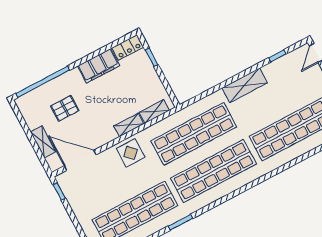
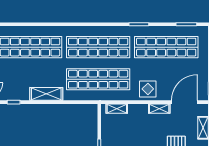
shelving: (129, 125) -> (159, 109), moved
door: (80, 160) -> (185, 102), swing flipped

